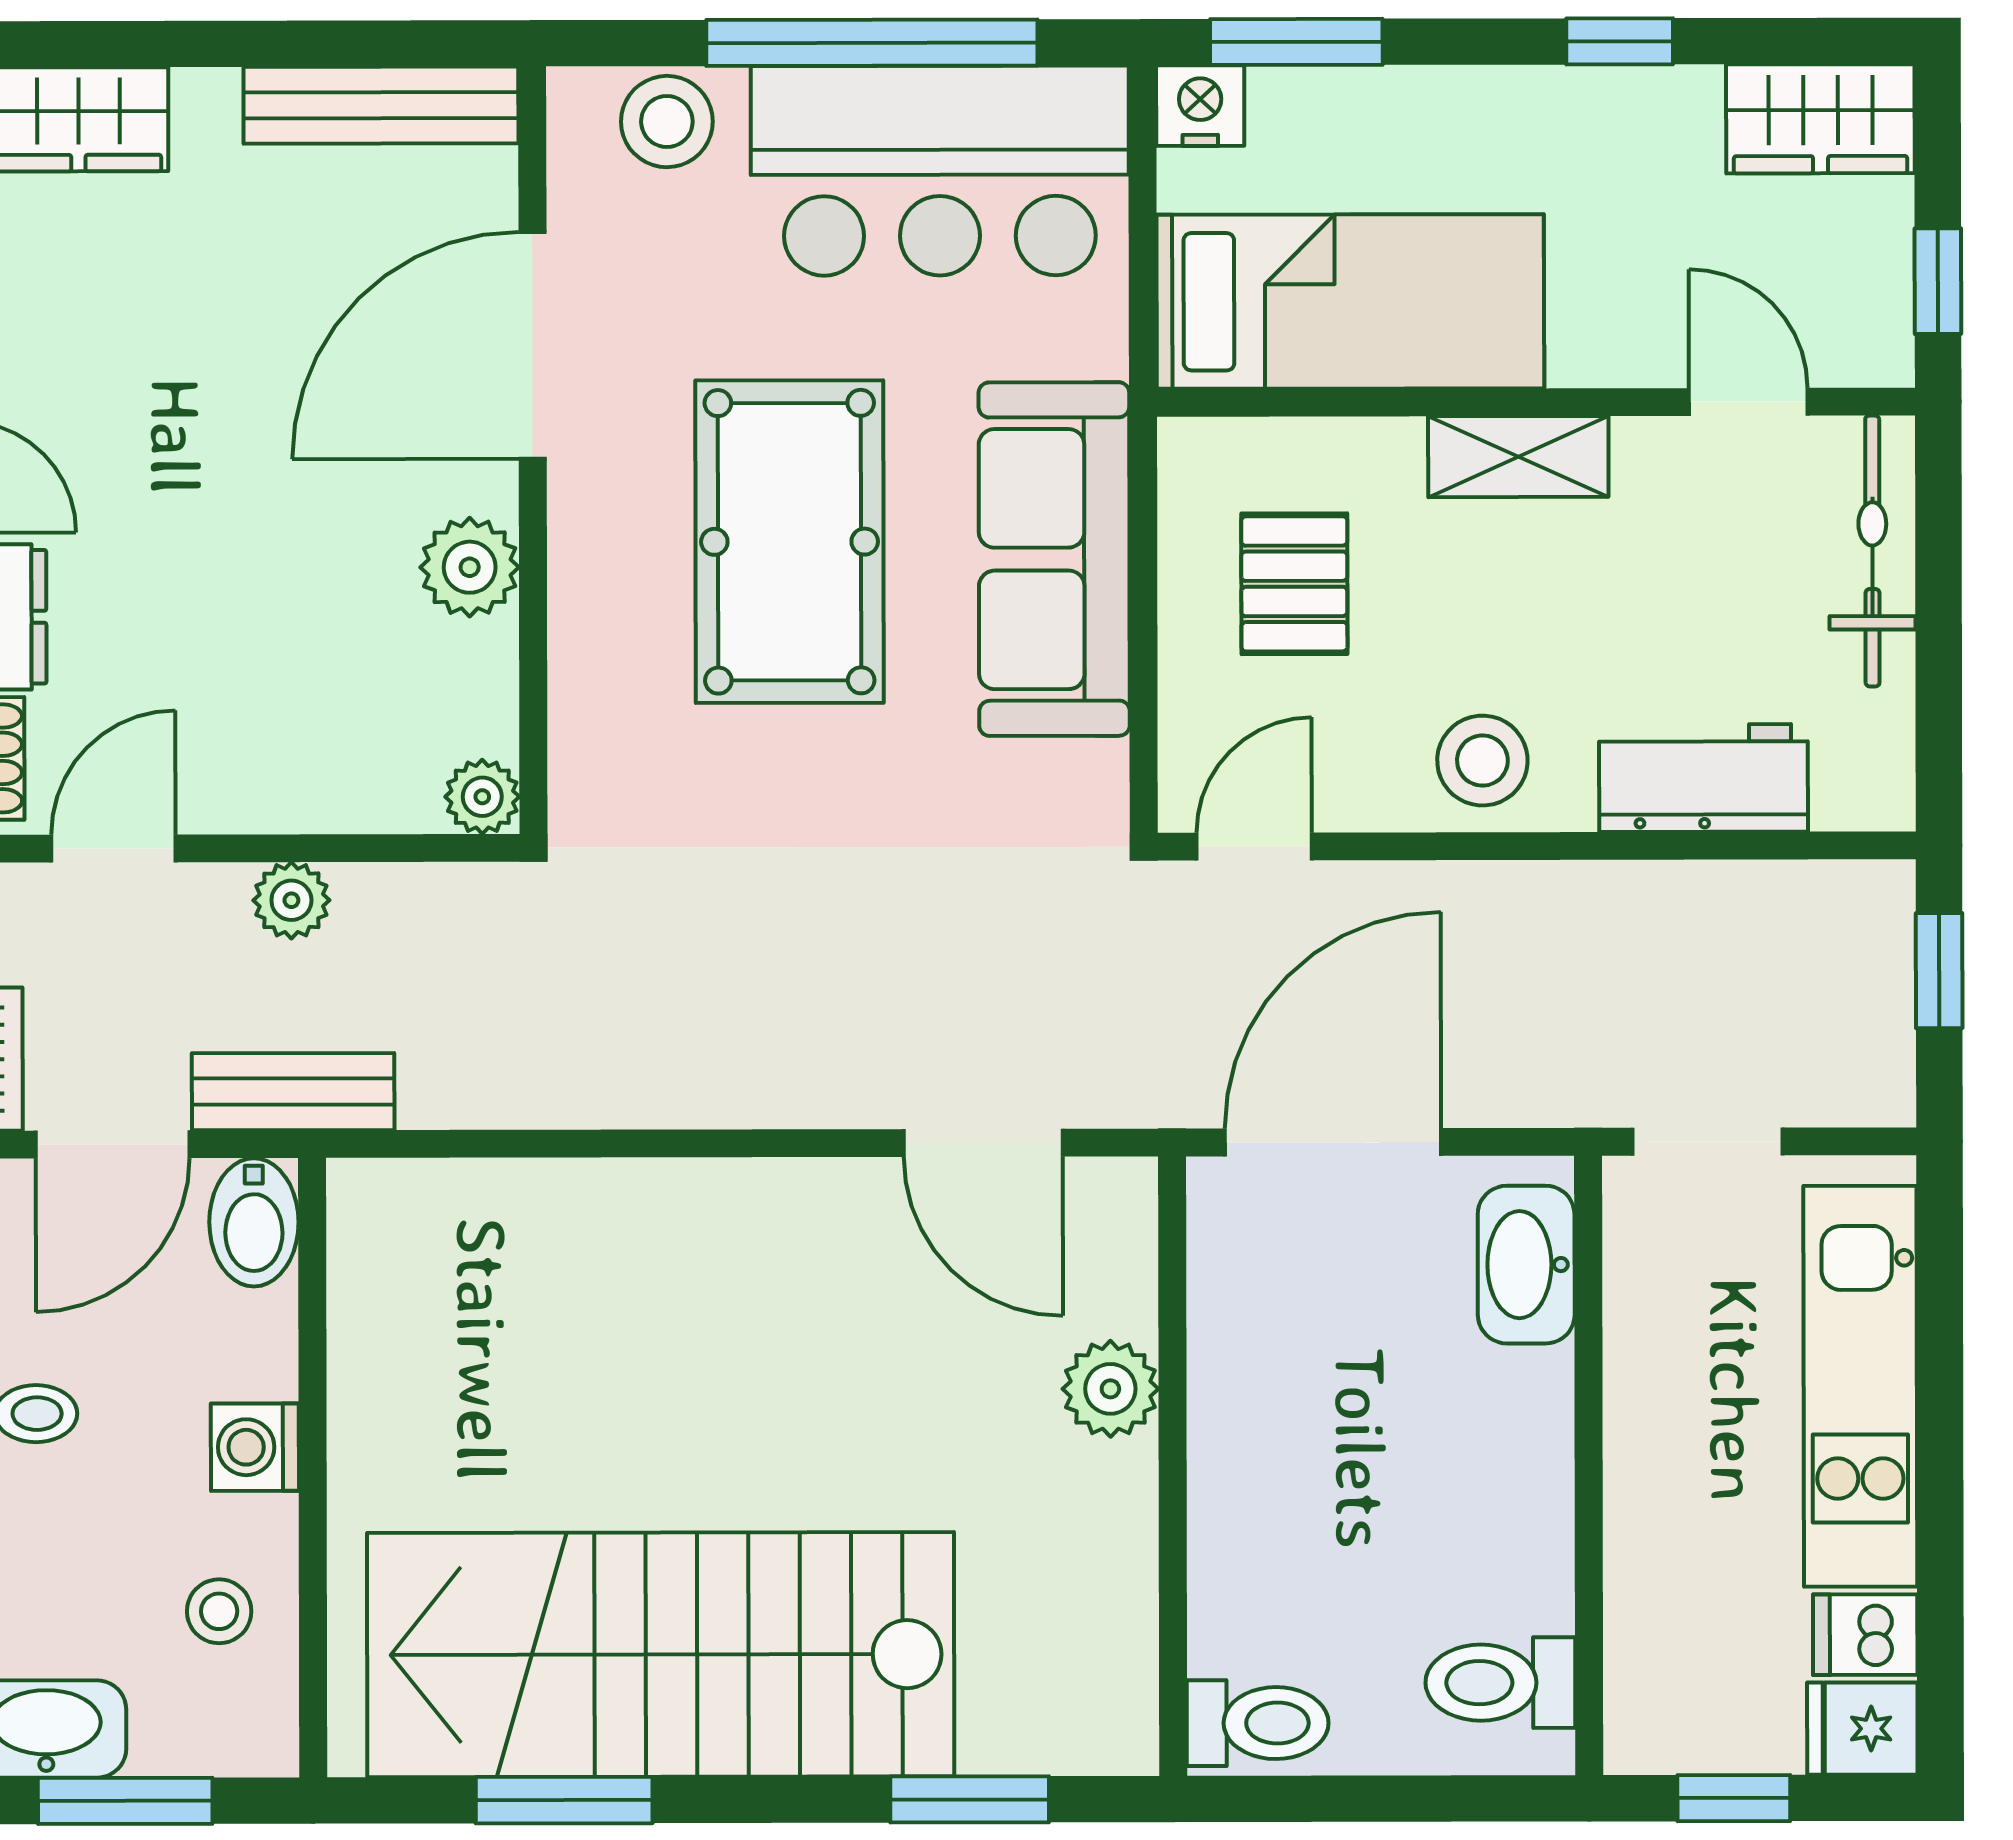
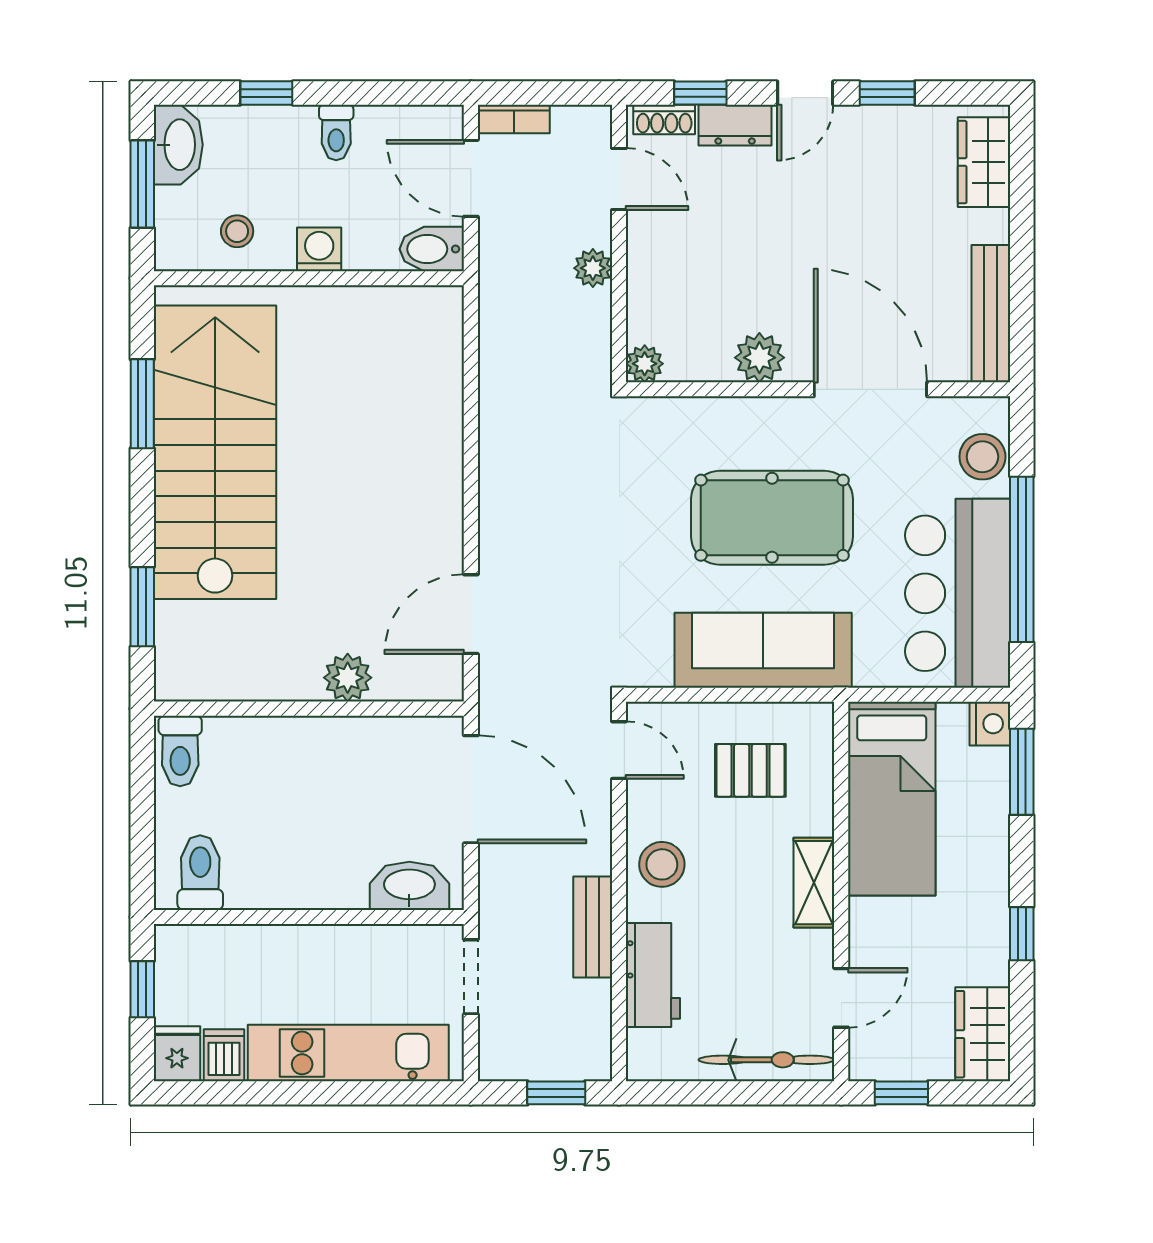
bench: (293, 1092) -> (593, 927), moved

